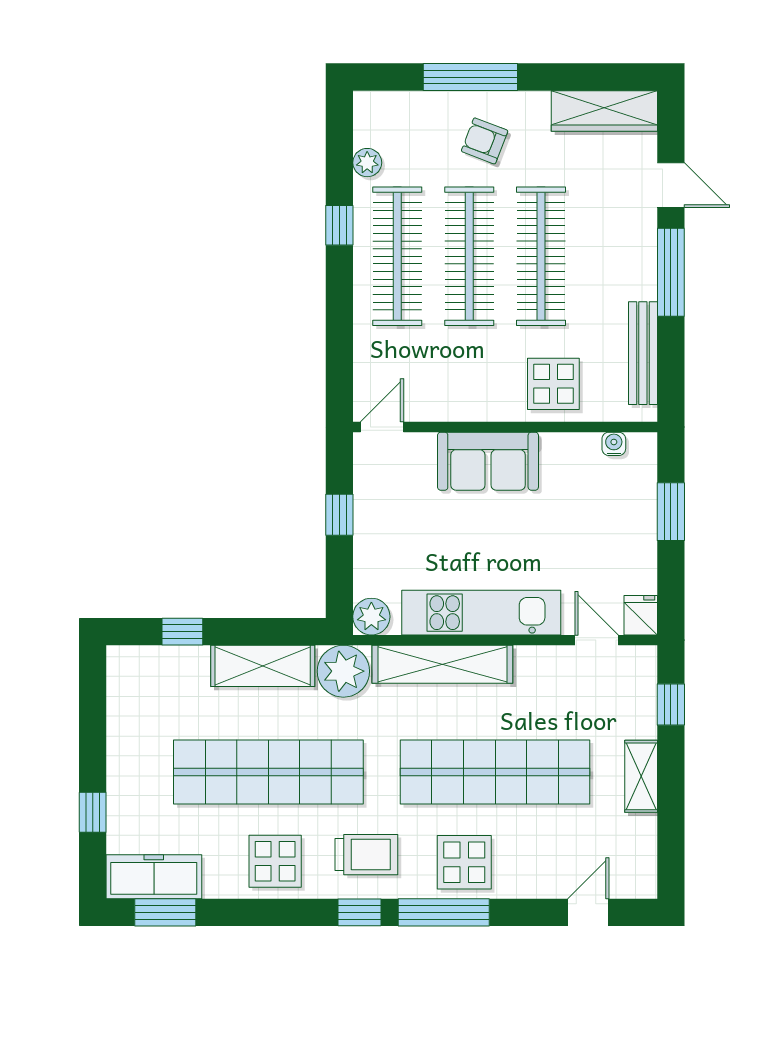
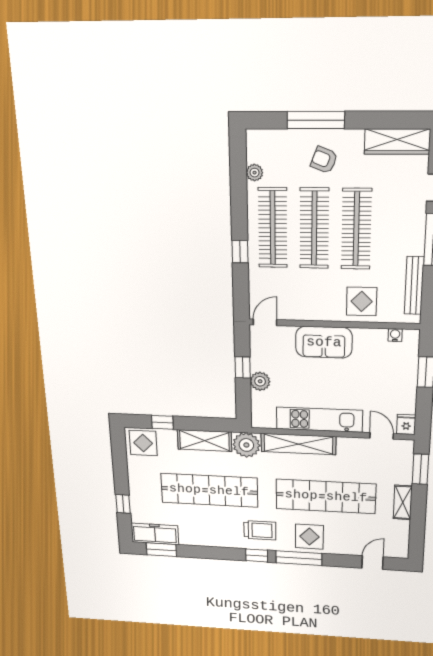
window: (339, 225) -> (240, 252), moved
plant: (371, 617) -> (260, 381), moved
window: (671, 705) -> (420, 469), width x1.50
display table: (275, 861) -> (143, 443), moved

